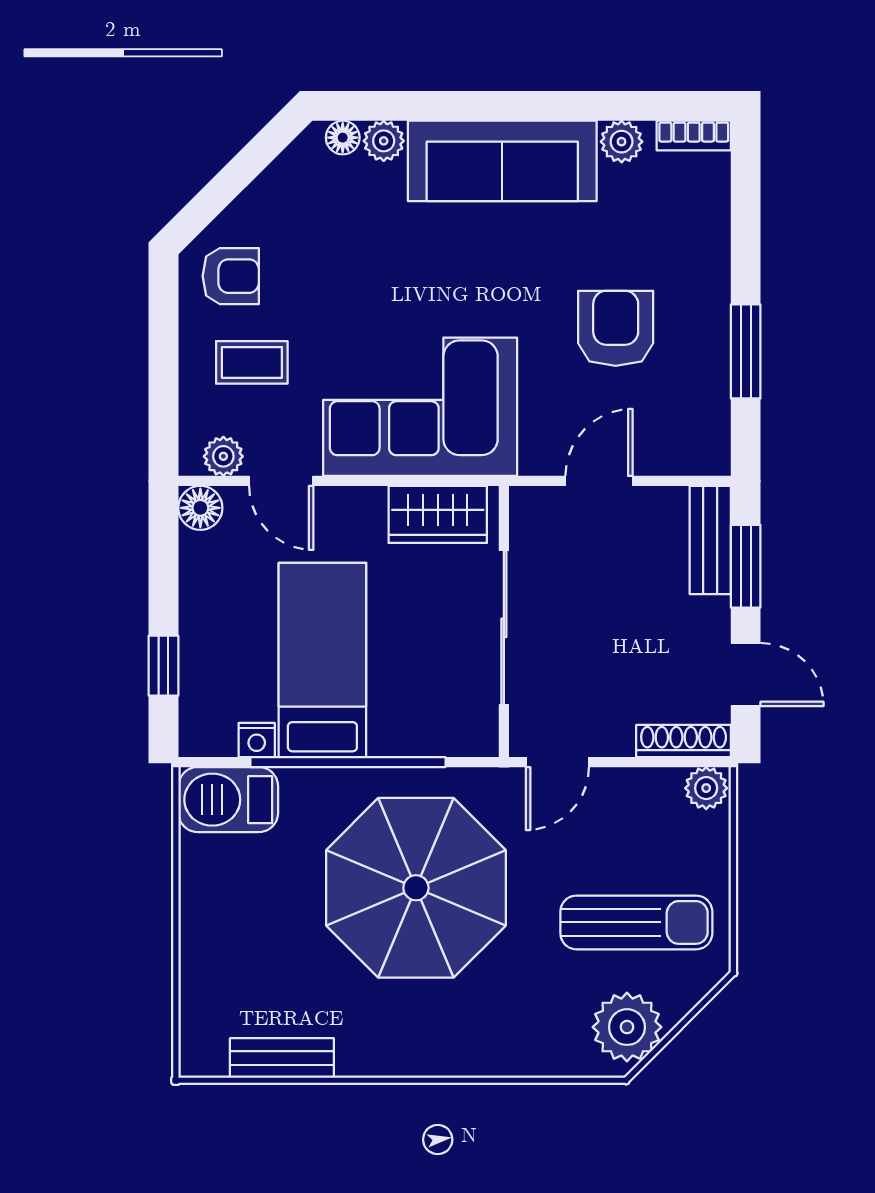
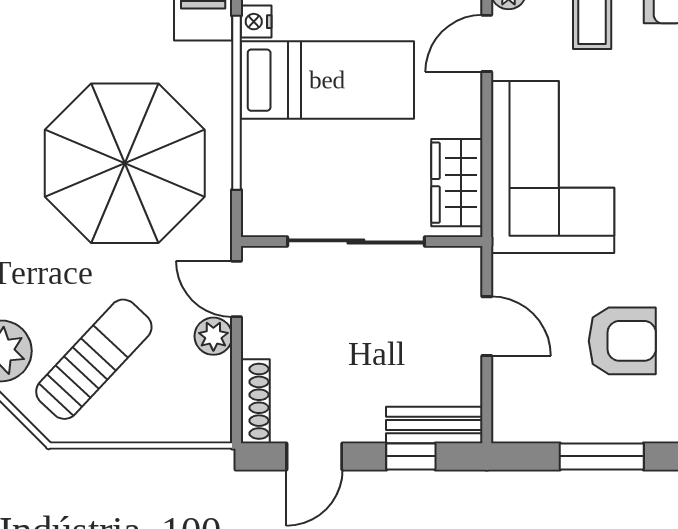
window: (746, 566) -> (411, 456), width x0.67
plant: (706, 788) -> (213, 336), moved
sun lounger: (636, 922) -> (94, 359), turned -137

